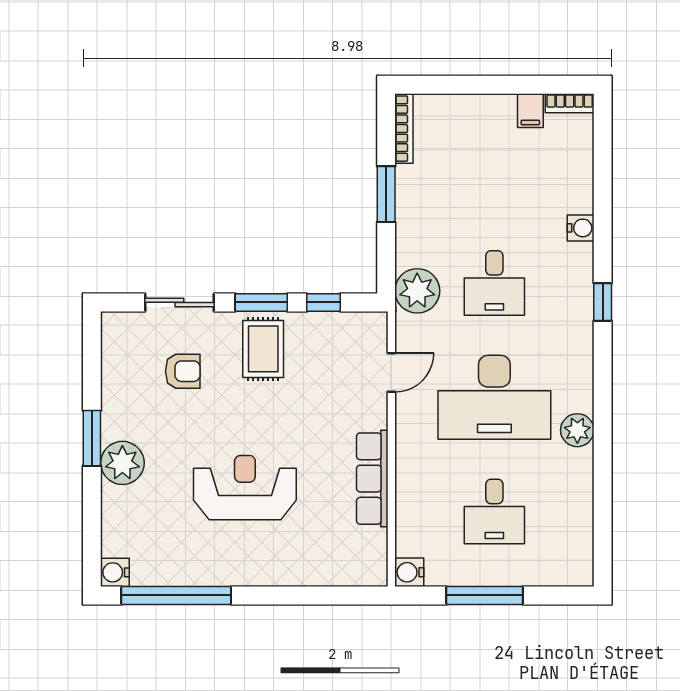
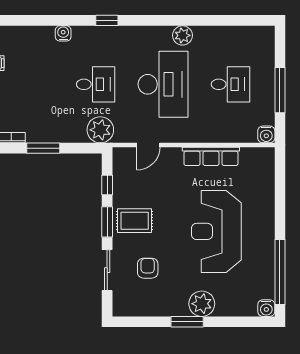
door: (391, 373) -> (148, 145), swing flipped
reception desk: (245, 488) -> (216, 231), width x1.36, depth x1.30

